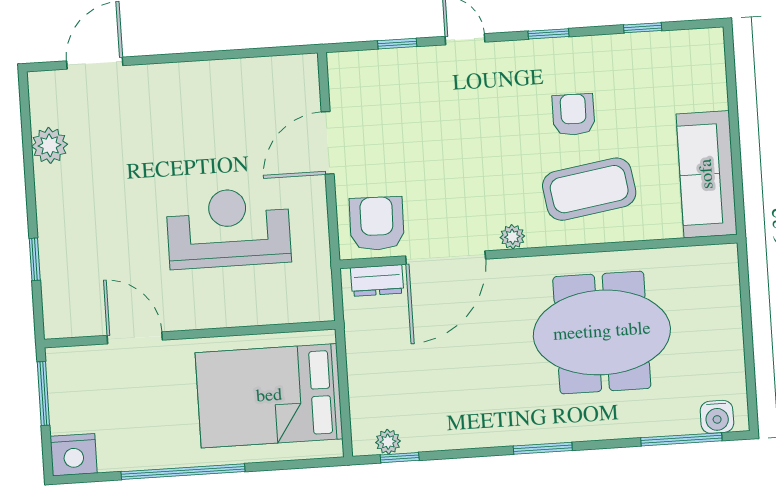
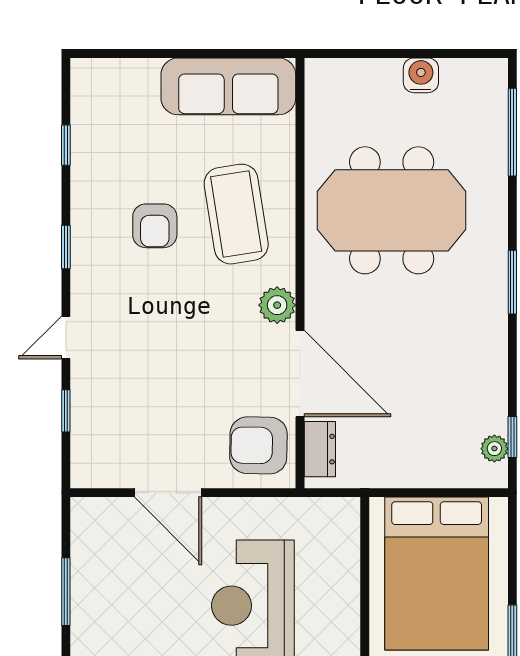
window: (230, 54) -> (66, 592), added
armchair: (573, 115) -> (155, 226), turned -90
plant: (512, 237) -> (277, 305), width x1.38, depth x1.38
meeting table: (602, 332) -> (392, 210), turned 90
water cooler: (717, 417) -> (421, 75), moved, turned -90

